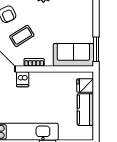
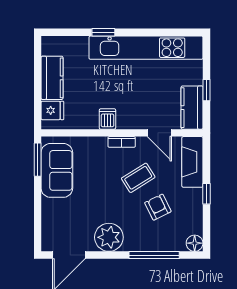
sofa: (73, 55) -> (57, 170), moved, turned -90
dishwasher: (23, 79) -> (107, 119), moved

